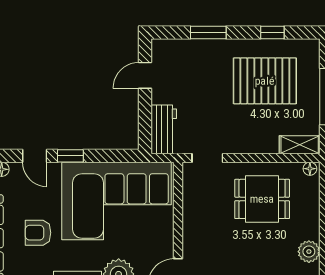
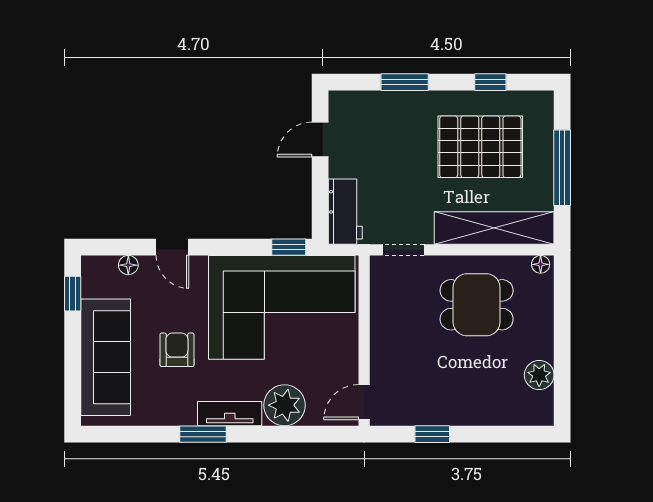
shelving: (300, 145) -> (494, 228), width x2.20, depth x1.33
window: (70, 156) -> (289, 247), moved
armchair: (38, 233) -> (177, 350), turned 90

